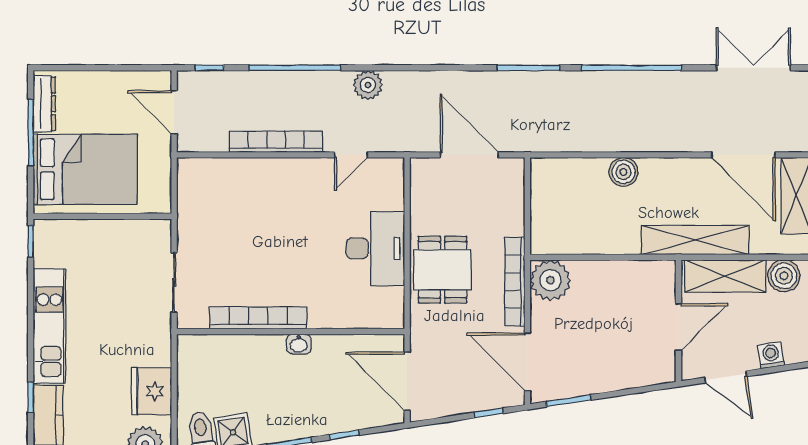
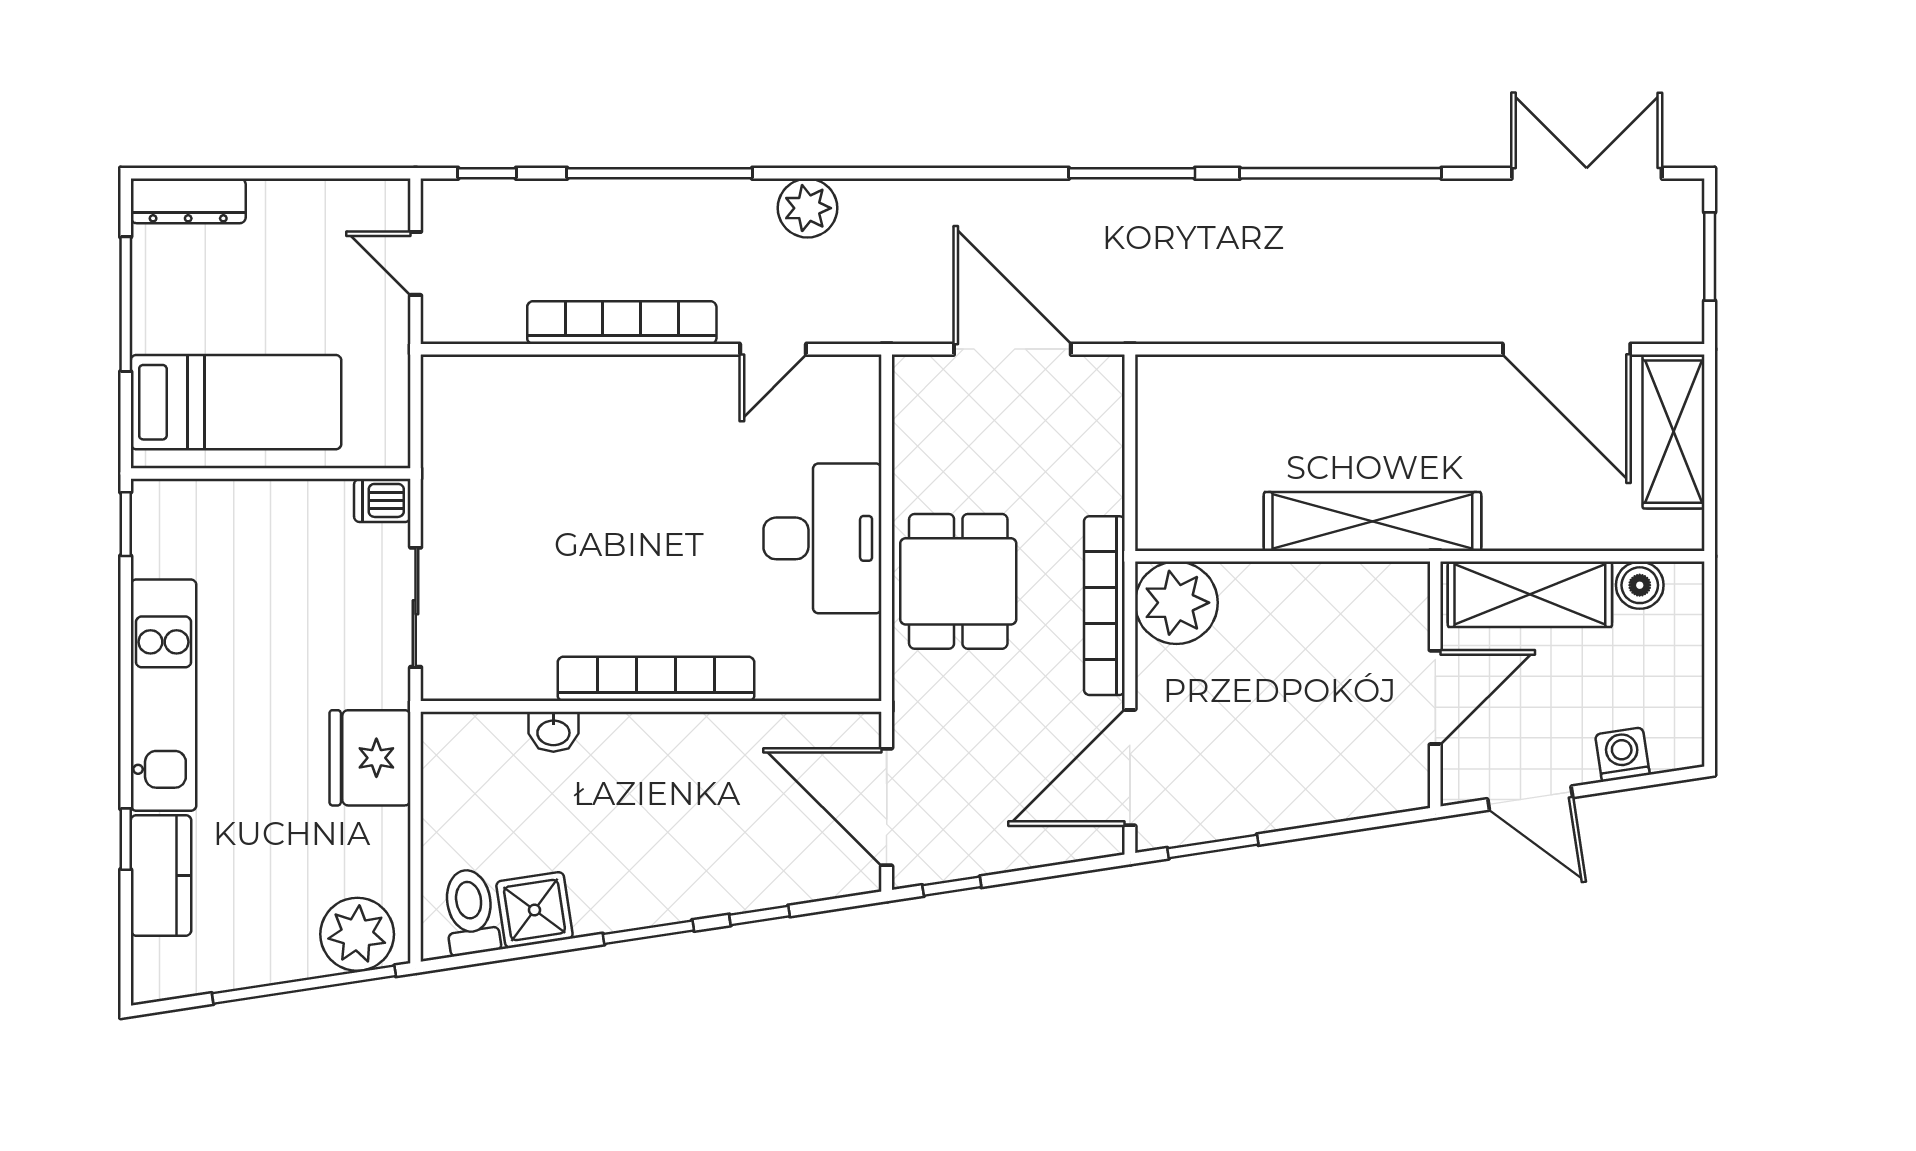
dresser: (44, 104) -> (188, 201), moved, turned 90
door: (174, 112) -> (416, 263), width x0.73
bed: (85, 169) -> (236, 402), width x0.67
boiler: (624, 172) -> (1324, 384), removed
dishwasher: (158, 230) -> (382, 500), added
shelving: (695, 240) -> (1372, 521), moved
boiler: (784, 276) -> (1640, 585), width x0.73, depth x0.73
bookcase: (258, 318) -> (656, 679), moved
washbasin: (299, 344) -> (553, 732), moved
door: (527, 362) -> (1130, 768), hinge flipped
fridge: (152, 391) -> (370, 758), moved
window: (489, 413) -> (952, 886), moved

